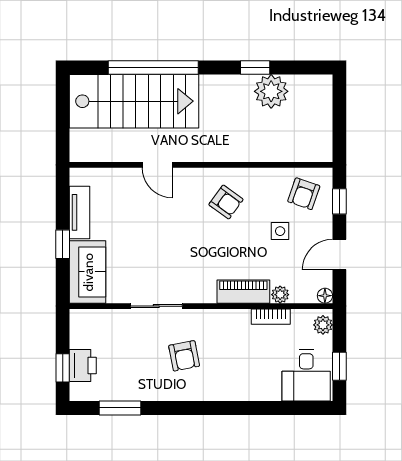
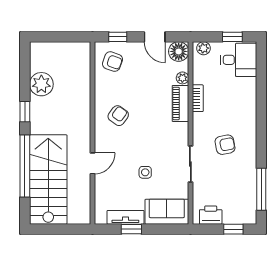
window: (255, 67) -> (25, 112), moved
side table: (280, 231) -> (145, 172), moved
window: (63, 244) -> (131, 229), moved
floor lamp: (325, 296) -> (179, 51), width x1.89, depth x1.89
bookcase: (271, 317) -> (198, 98), moved
printer: (83, 365) -> (211, 215), moved
window: (120, 408) -> (261, 189), width x1.44

